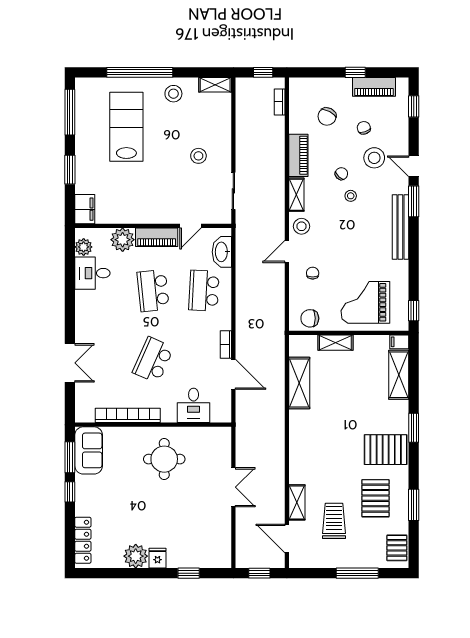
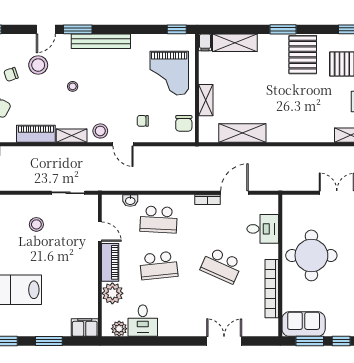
chair: (341, 174) -> (53, 95), removed
washbasin: (222, 252) -> (130, 201), width x0.52, depth x0.69
round table: (164, 459) -> (311, 255), width x1.36, depth x1.36

